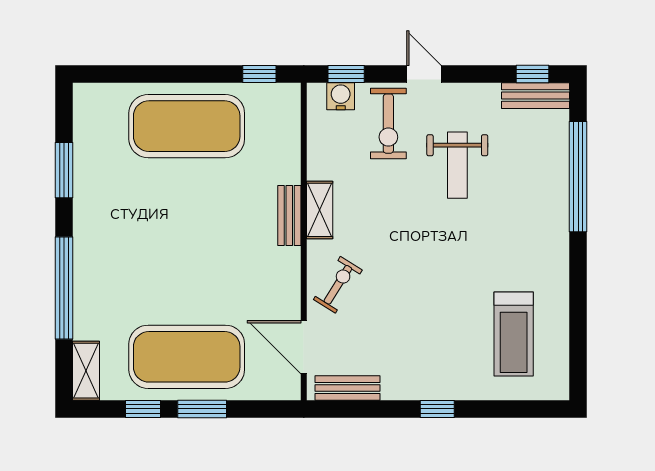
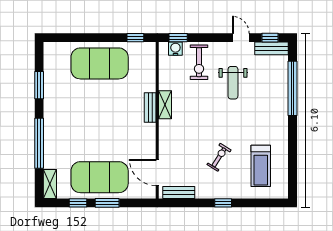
door: (424, 74) -> (241, 38), moved
exercise bike: (338, 285) -> (219, 157), moved

